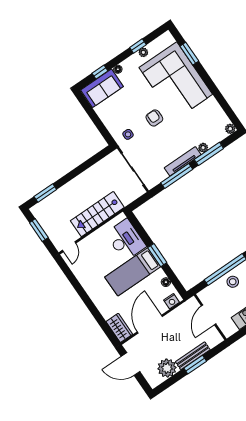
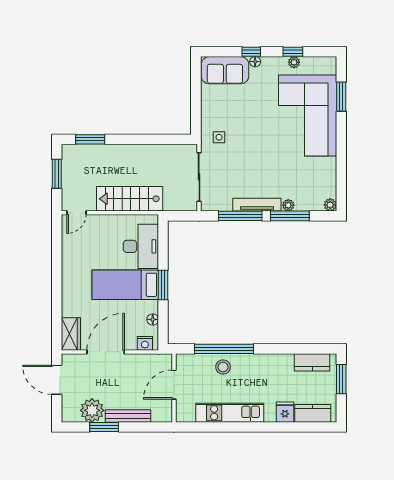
window: (100, 72) -> (251, 52), moved
armchair: (154, 118) -> (258, 139), removed
window: (195, 365) -> (104, 427), moved

